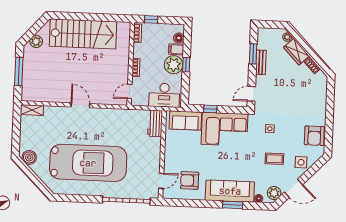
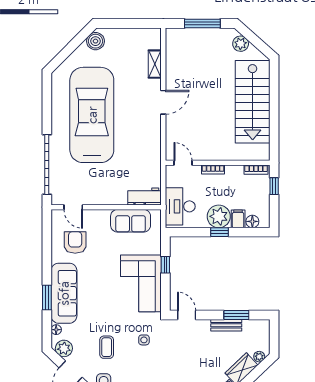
shelving: (32, 110) -> (155, 64), moved
sofa: (185, 121) -> (131, 221), moved, turned -90
car: (88, 163) -> (92, 115), turned 180

